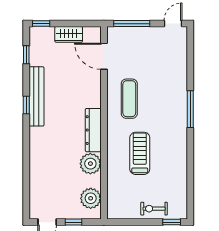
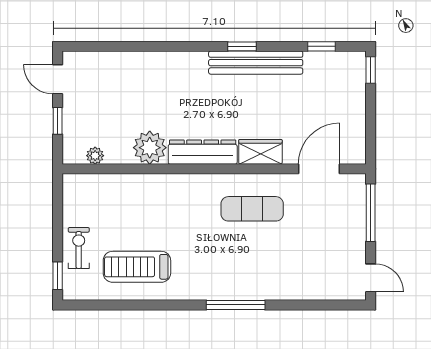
wardrobe: (69, 34) -> (260, 152), moved, turned 90
treadmill: (140, 153) -> (137, 267), moved, turned 180
plant: (91, 198) -> (95, 156), width x0.53, depth x0.53

